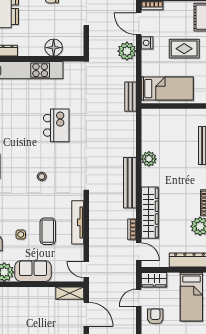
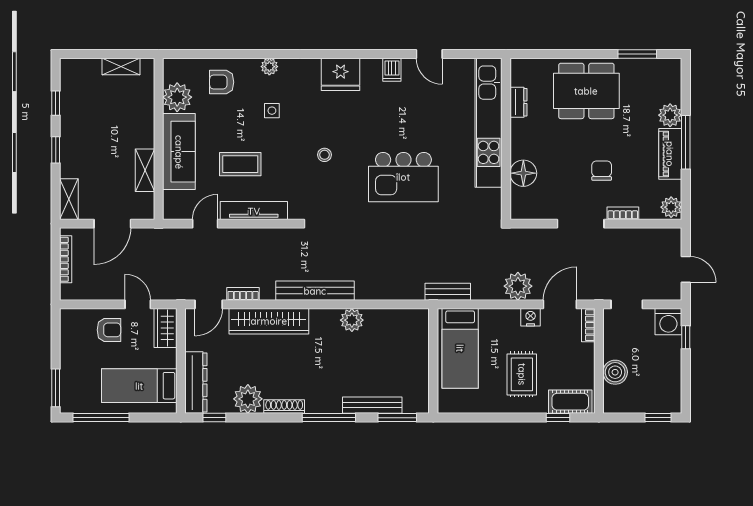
kitchen island: (56, 125) -> (403, 177), width x1.37, depth x1.28
side table: (21, 234) -> (272, 111), moved
door: (86, 269) -> (205, 224), moved
sofa: (33, 271) -> (179, 152), width x1.36
shelving: (70, 293) -> (145, 170), moved

